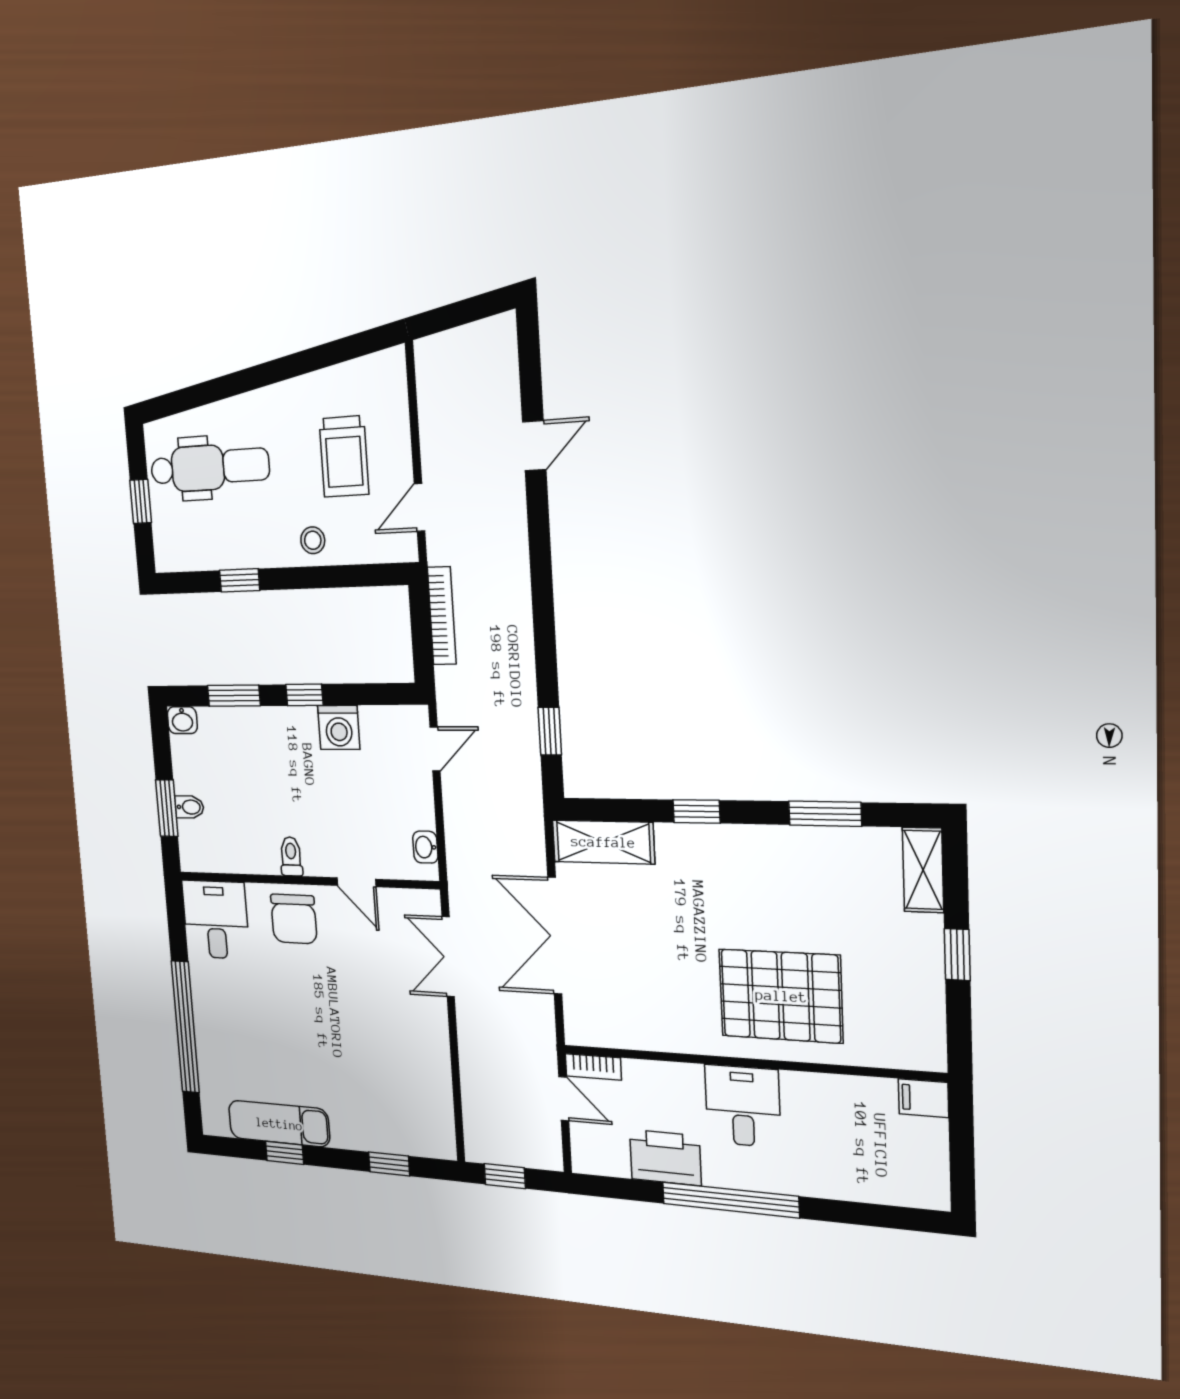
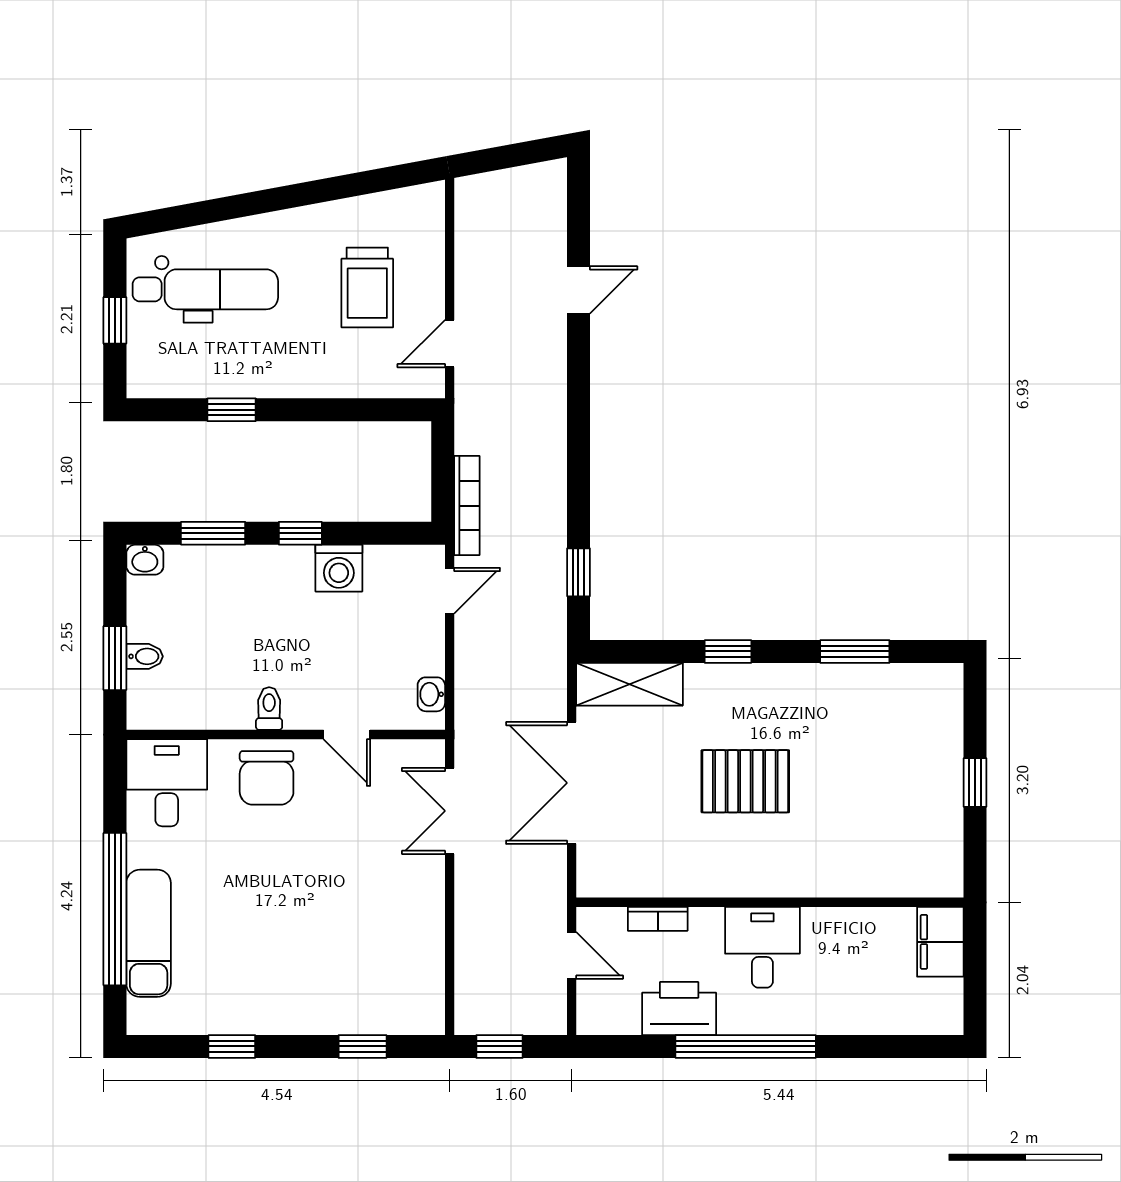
stool: (313, 540) -> (324, 371), removed
bookcase: (442, 616) -> (467, 506), moved
shelving: (923, 870) -> (945, 703), removed
pallet: (781, 996) -> (745, 781), moved, width x0.73, depth x0.71
bookcase: (593, 1067) -> (658, 919), moved
filing cabinet: (923, 1098) -> (940, 942), width x2.00
exam couch: (279, 1124) -> (149, 933), moved, turned 90

